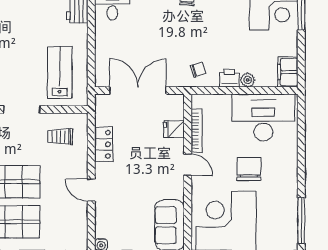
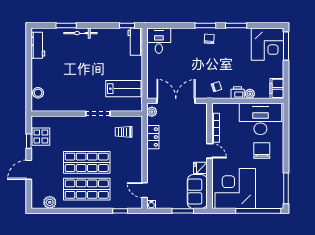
lab bench: (60, 72) -> (123, 89), turned 90
plant: (102, 107) -> (152, 112), added
fridge: (174, 129) -> (200, 168), moved
chair: (249, 169) -> (262, 151), moved
door: (91, 190) -> (145, 190), moved

